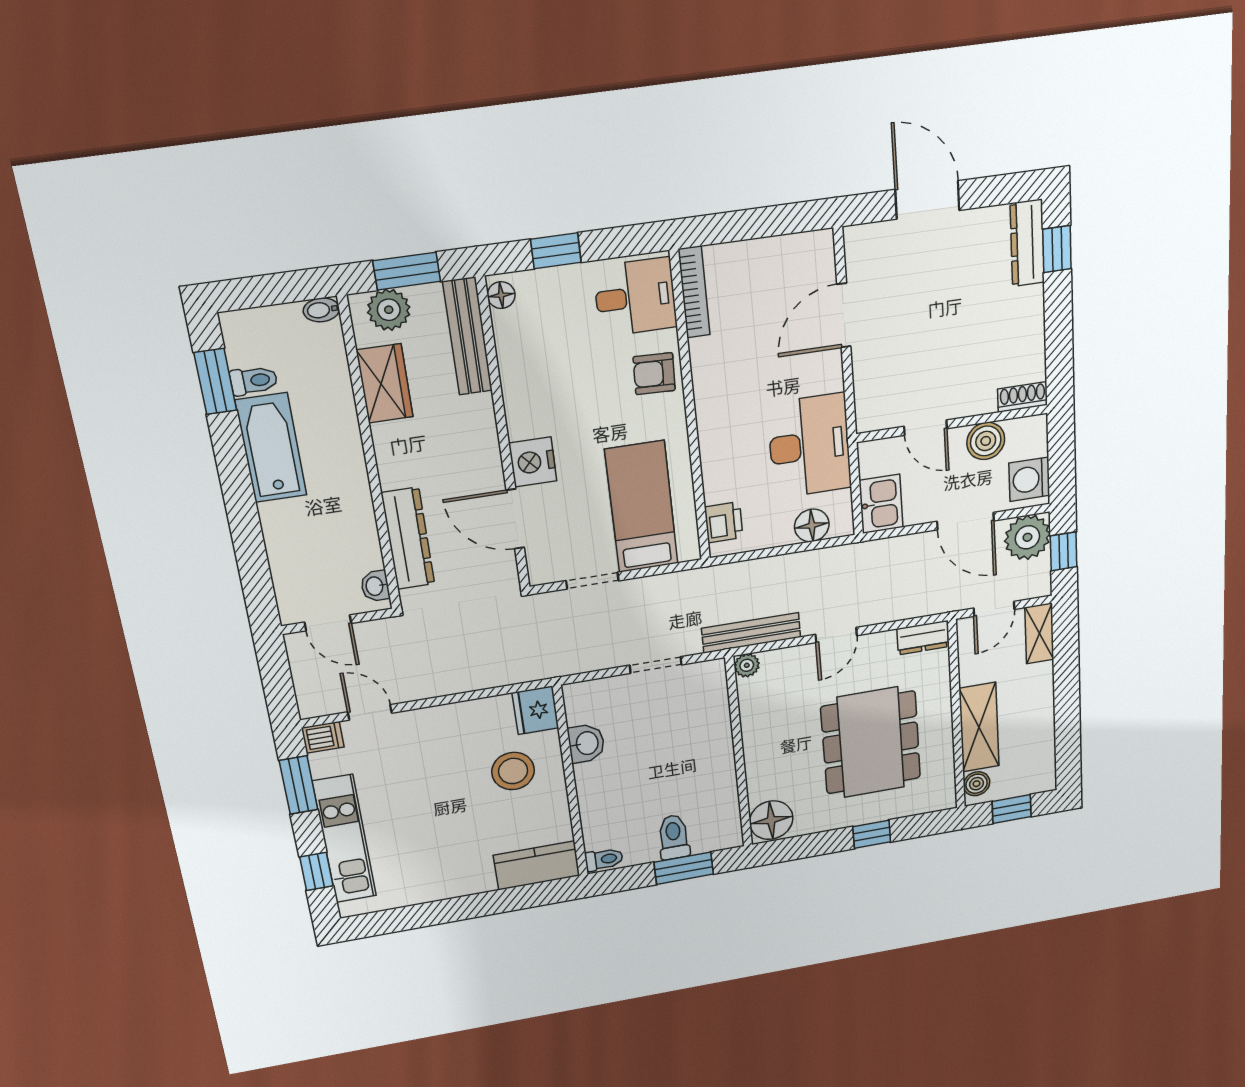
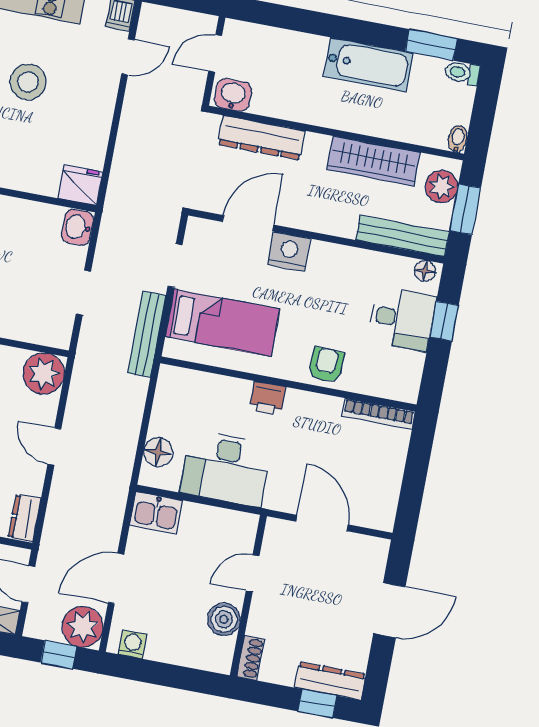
desk: (635, 297) -> (402, 319), moved, turned -90
toilet: (254, 381) -> (462, 73), moved, turned 90
wardrobe: (385, 383) -> (373, 161), width x1.50
shoe rack: (1023, 397) -> (251, 658), moved
wall: (952, 423) -> (248, 596), moved
door: (926, 428) -> (253, 573), moved
boiler: (986, 441) -> (224, 619), moved
washing machine: (1029, 479) -> (133, 644), width x0.73, depth x0.73
printer: (724, 522) -> (267, 398), moved
washbasin: (375, 586) -> (233, 95), width x1.38, depth x1.45
bench: (751, 633) -> (147, 334), moved
plant: (747, 665) -> (44, 374), width x1.88, depth x1.88
washbasin: (586, 743) -> (77, 227), moved, turned 90
stool: (513, 771) -> (28, 82), moved

